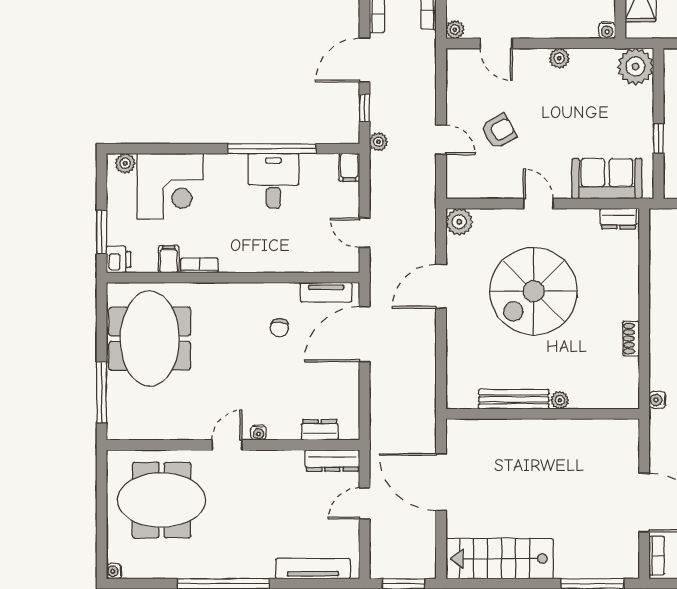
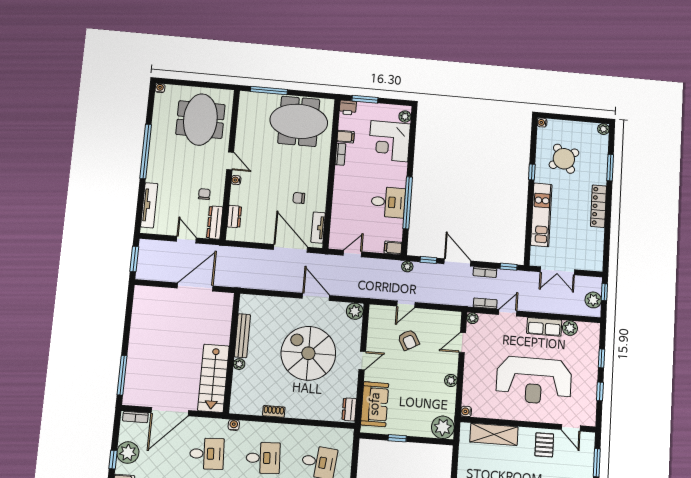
chair: (287, 482) -> (204, 194), added
stairs: (499, 559) -> (213, 378), moved, turned 180

